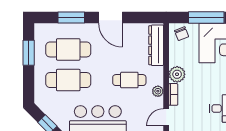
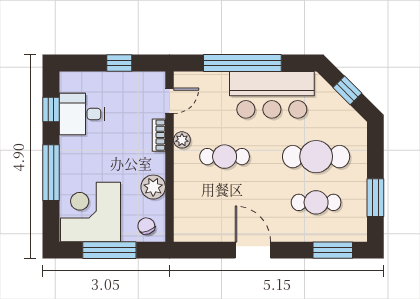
window: (71, 18) -> (333, 250), moved
dresser: (156, 45) -> (185, 209), removed
cafe table: (68, 49) -> (316, 202), width x0.73, depth x0.74
plant: (177, 74) -> (153, 187), moved

